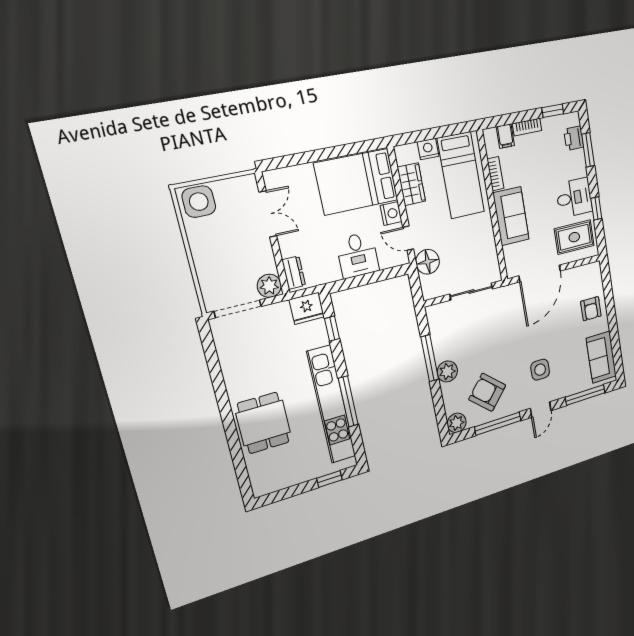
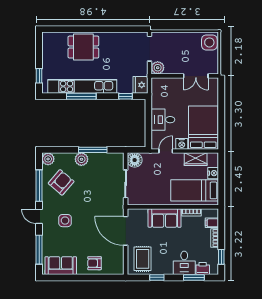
desk: (574, 198) -> (184, 263), moved
floor lamp: (428, 262) -> (135, 160), moved
dresser: (294, 273) -> (162, 82), removed

